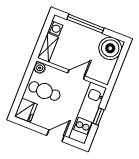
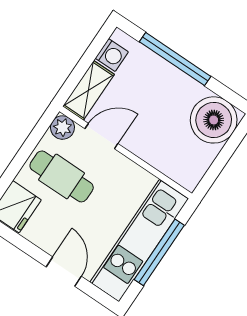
door: (76, 75) -> (101, 136), moved
window: (98, 116) -> (159, 252), width x2.17
door: (55, 136) -> (64, 272), hinge flipped

